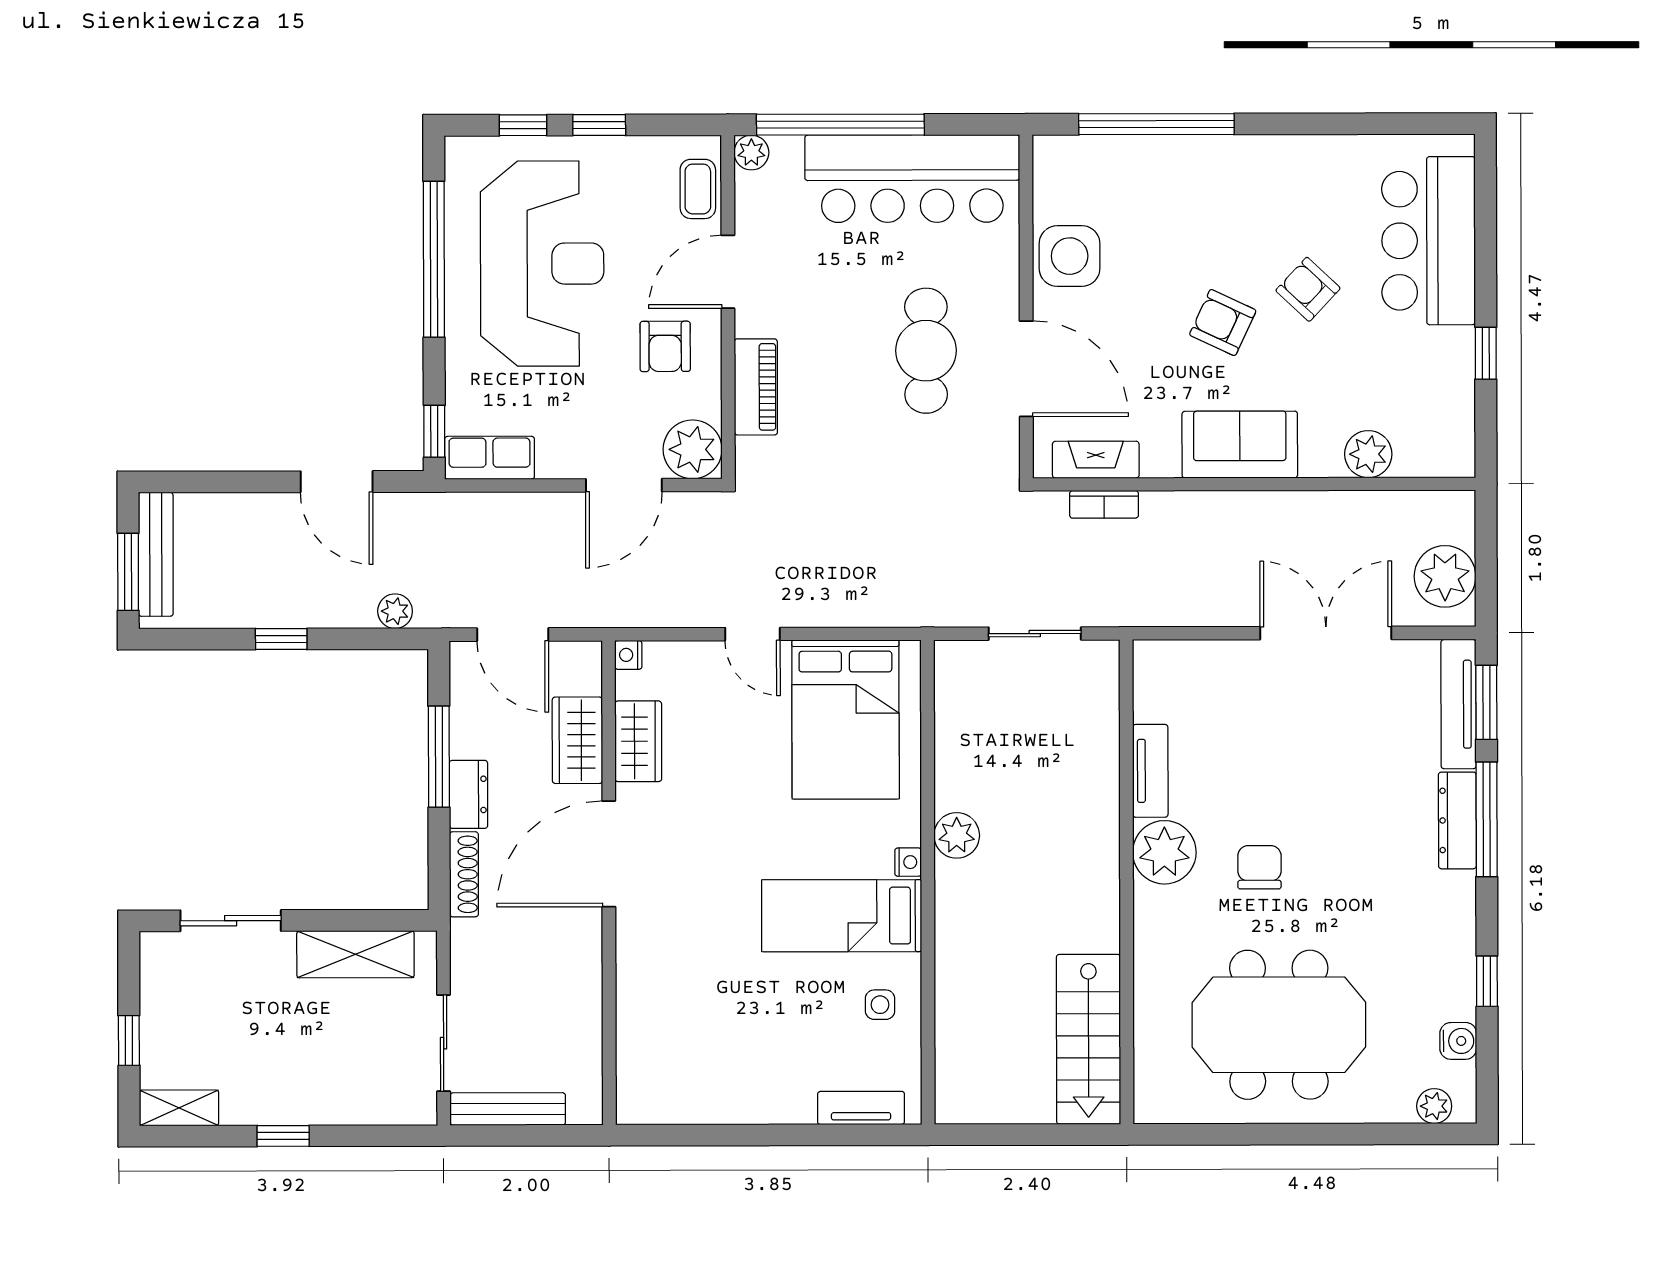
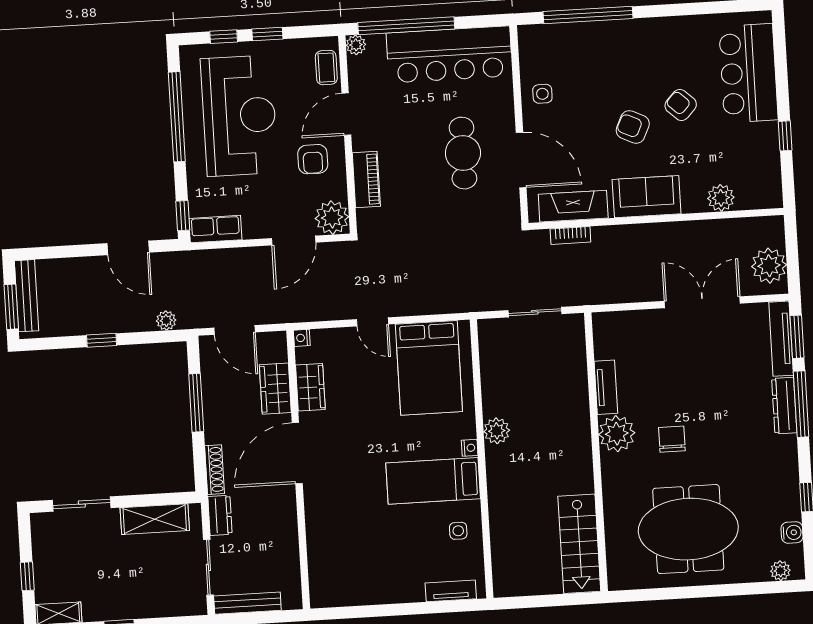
side table: (1070, 256) -> (542, 94), width x0.54, depth x0.54
fireplace: (1096, 460) -> (573, 206), width x1.37, depth x1.32
dresser: (468, 794) -> (220, 515), moved

